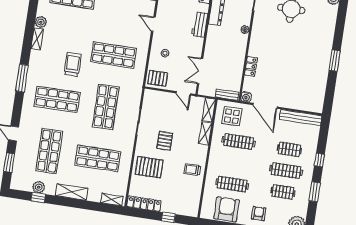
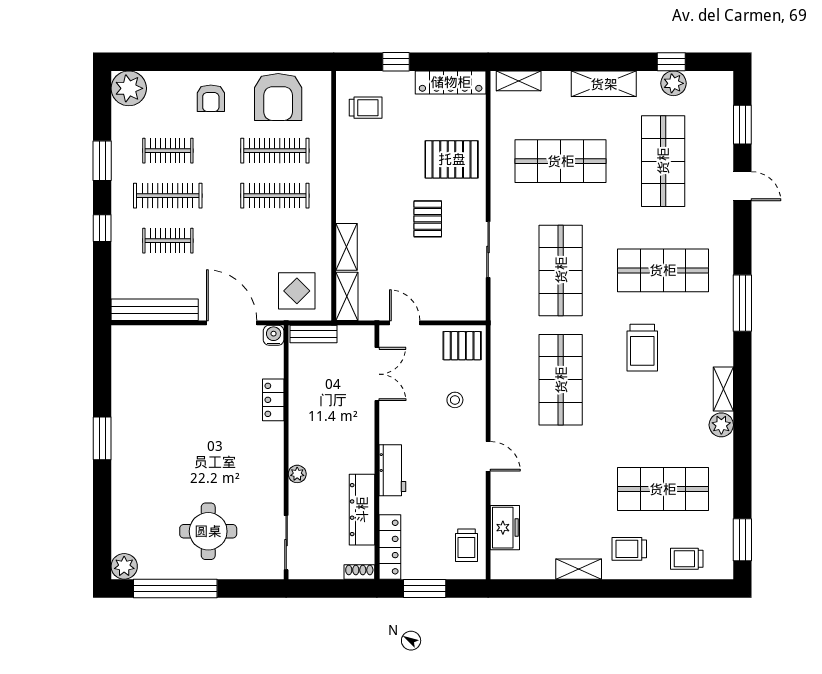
shop shelf: (114, 55) -> (561, 380), turned 90
clothes rail: (239, 142) -> (275, 196), moved
trolley: (192, 170) -> (366, 108), moved

